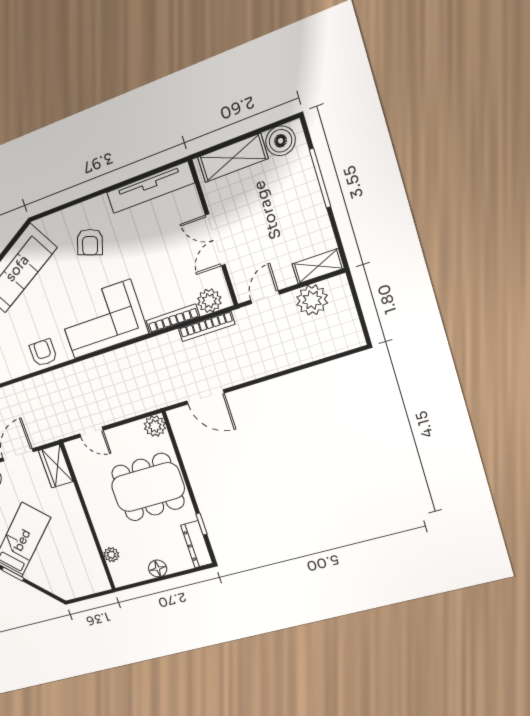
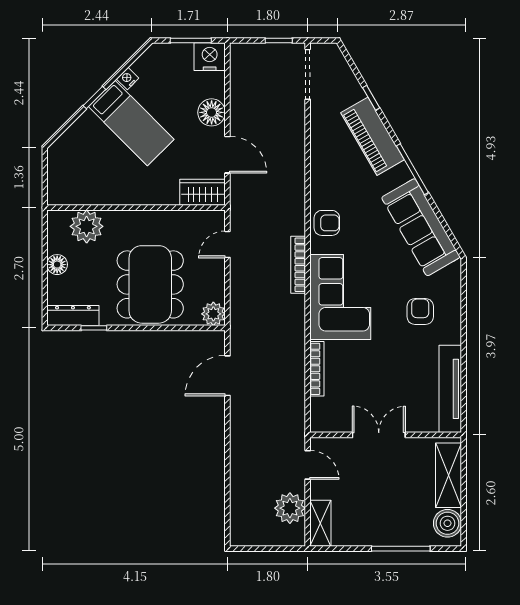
armchair: (90, 242) -> (420, 312), turned 71
plant: (209, 301) -> (322, 410), removed
bookcase: (207, 326) -> (298, 265), moved
plant: (111, 555) -> (87, 226), width x1.88, depth x1.88

